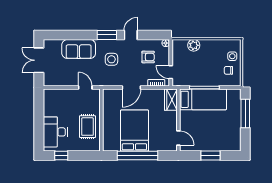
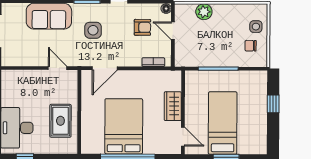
door: (171, 72) -> (173, 31), moved
door: (131, 88) -> (105, 68), moved
bed: (203, 99) -> (223, 123), moved, turned -90
wardrobe: (171, 100) -> (173, 106), moved
window: (245, 113) -> (273, 104), width x0.46

